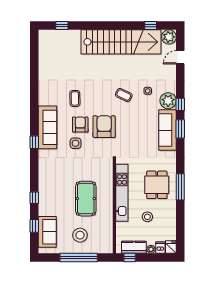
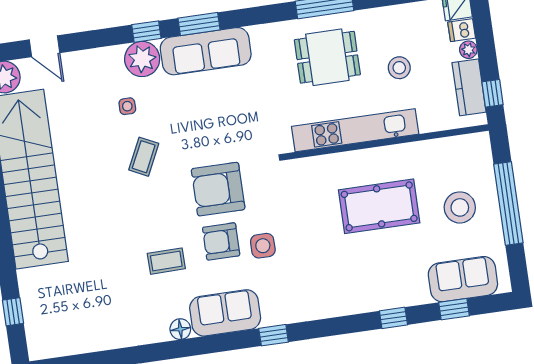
floor lamp: (43, 100) -> (180, 329), added
sofa: (47, 127) -> (225, 313), width x0.73

